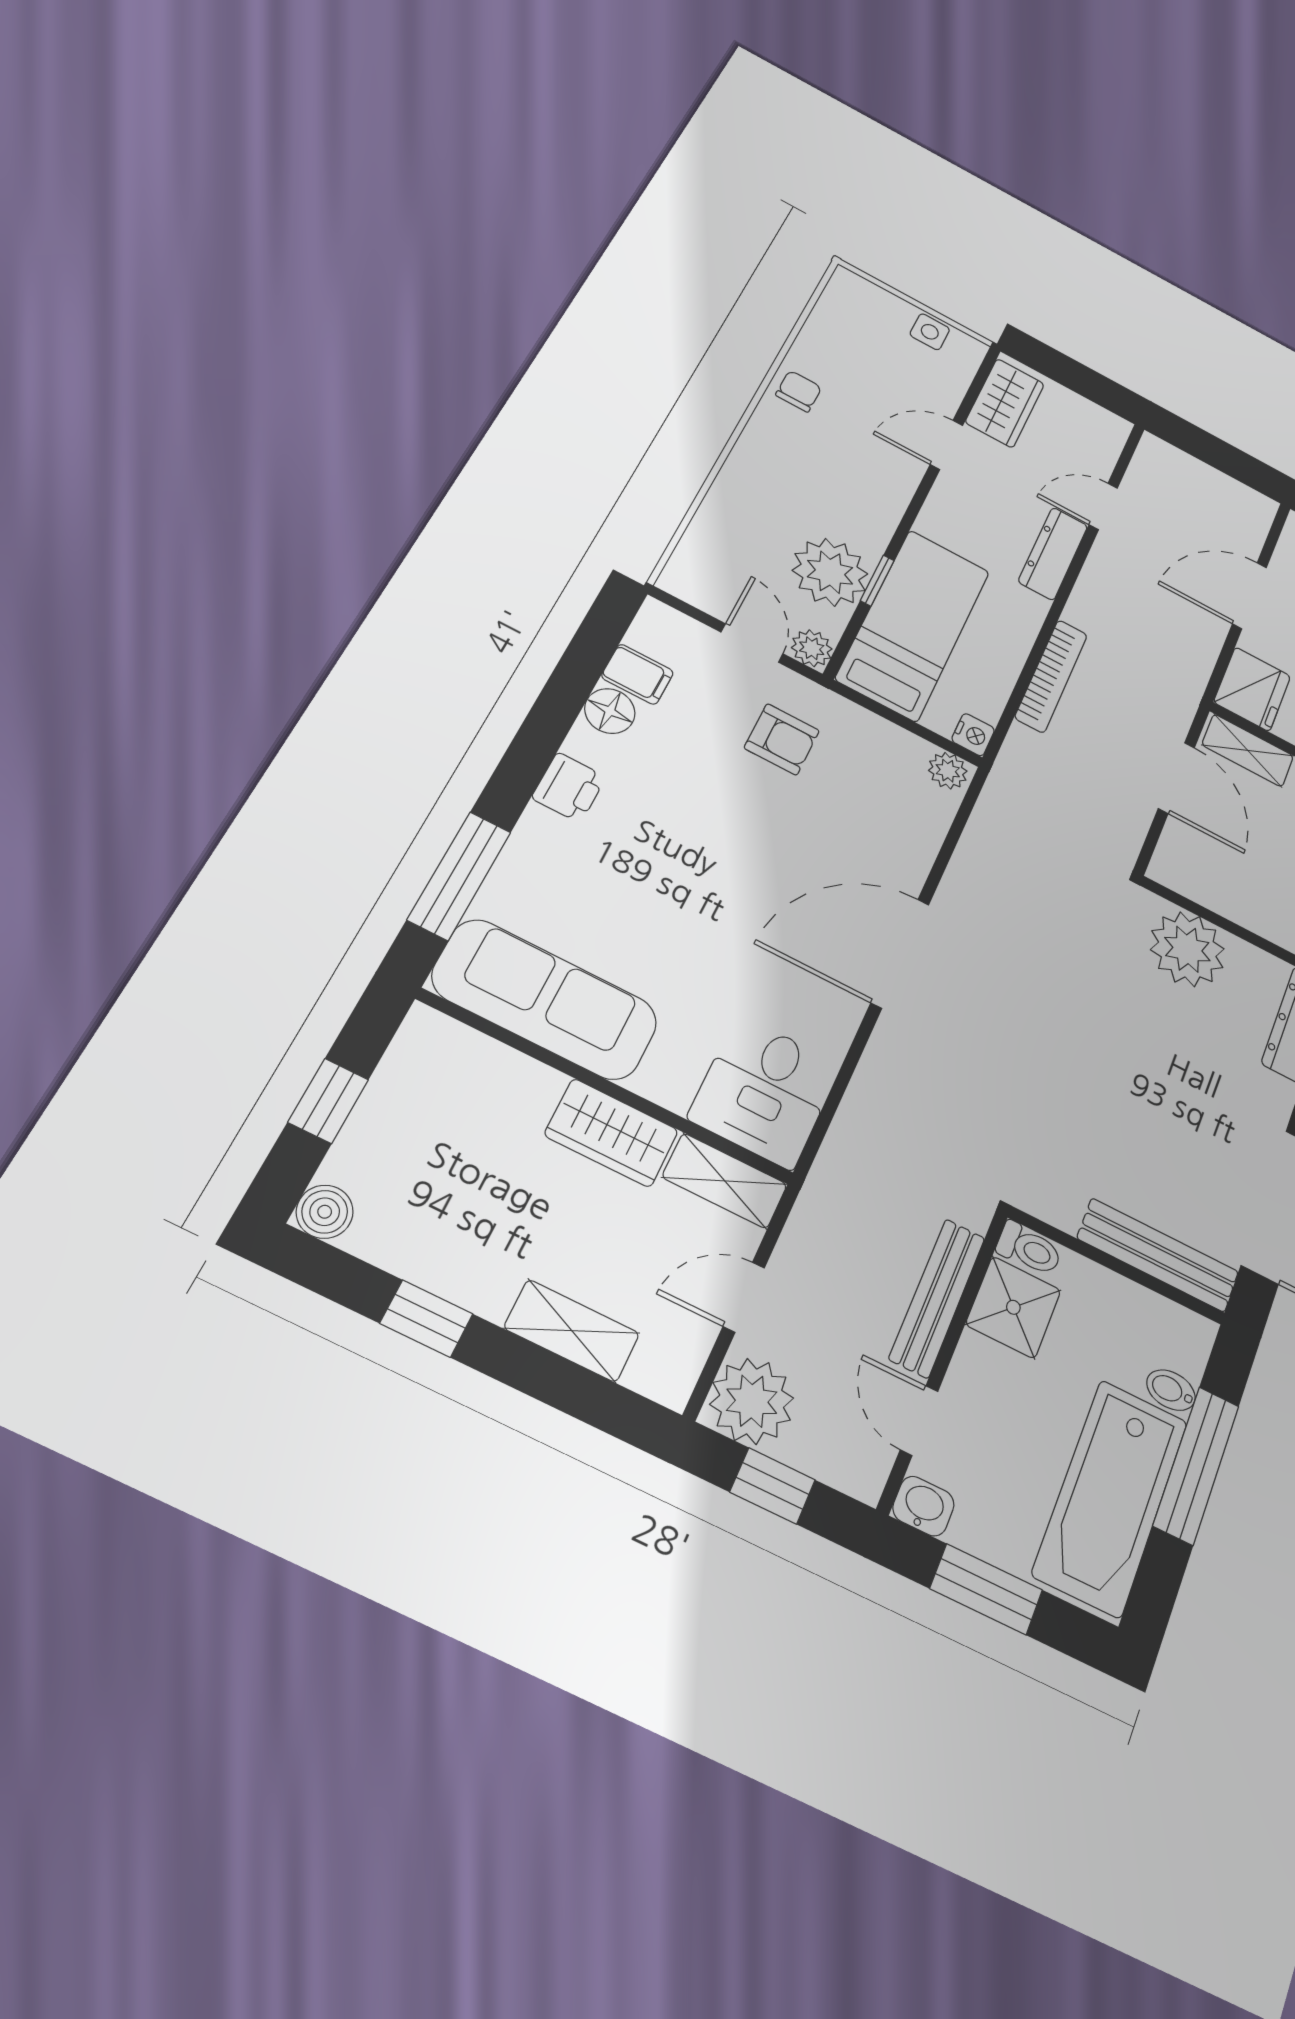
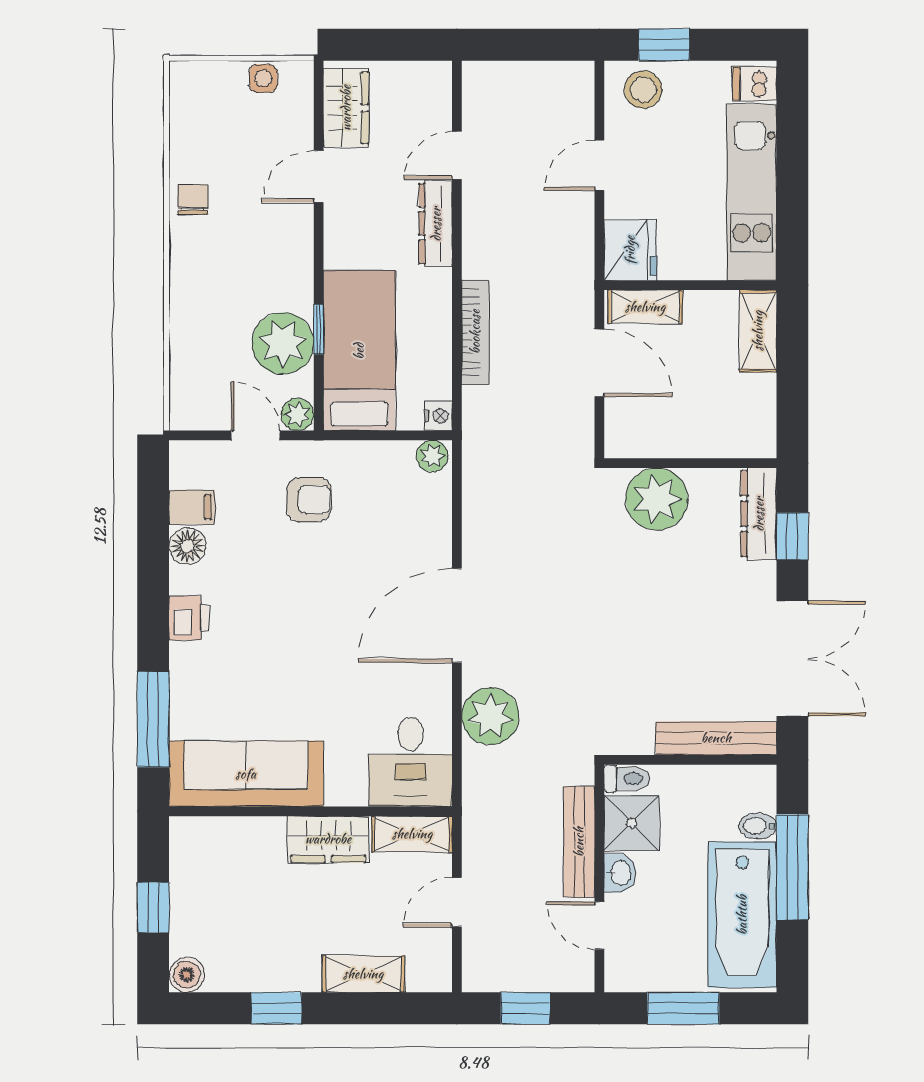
door: (1250, 596) -> (599, 165), width x0.73
plant: (752, 1401) -> (490, 716), moved
washbasin: (923, 1506) -> (620, 873), moved, turned 90

